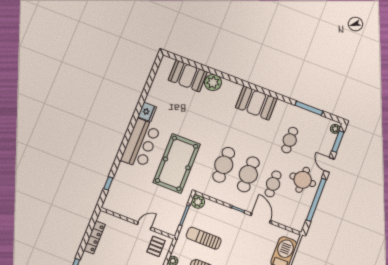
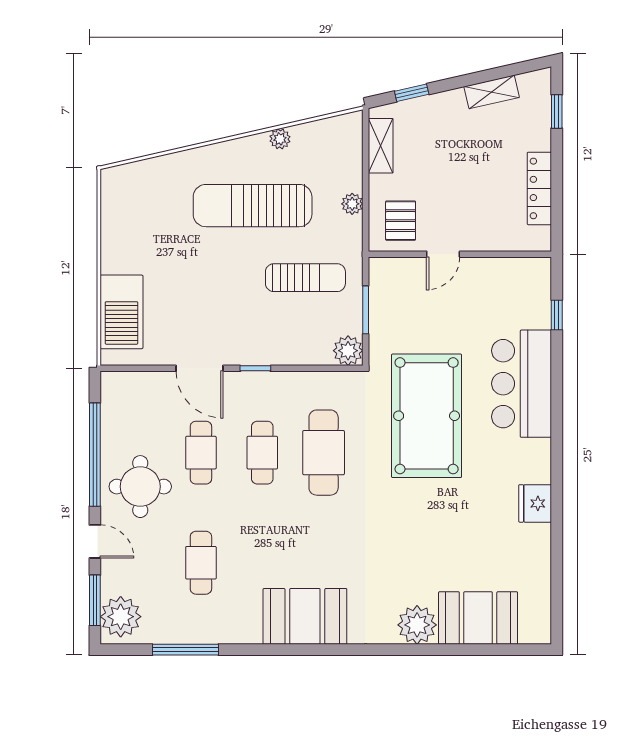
plant: (335, 129) -> (121, 617), width x1.88, depth x1.88
bar counter: (141, 144) -> (522, 384), moved
cafe table: (248, 174) -> (262, 453), width x0.73, depth x0.74

